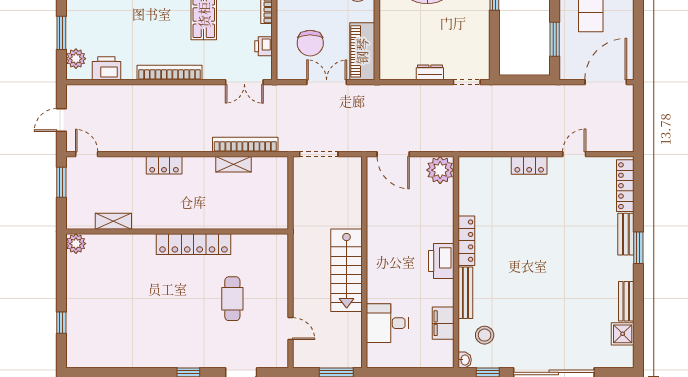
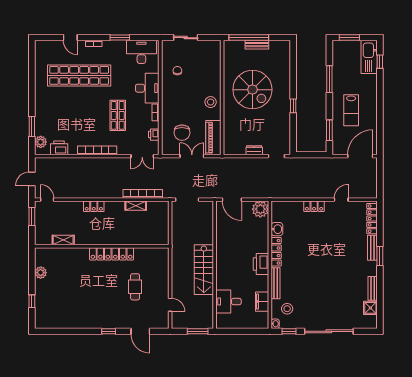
washbasin: (468, 203) -> (277, 229), added
plant: (76, 244) -> (41, 273), moved

